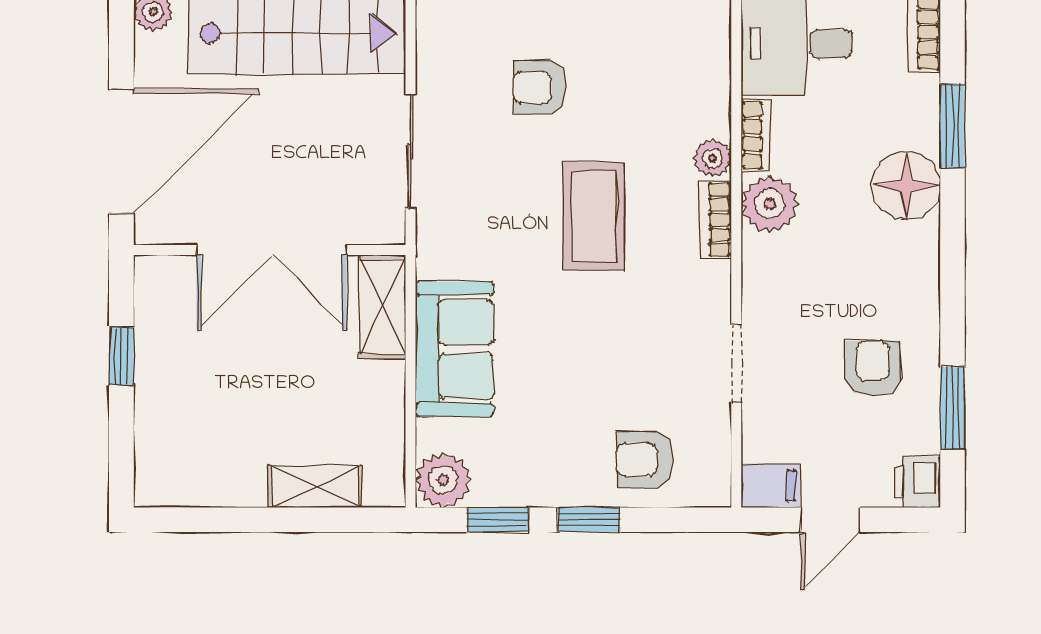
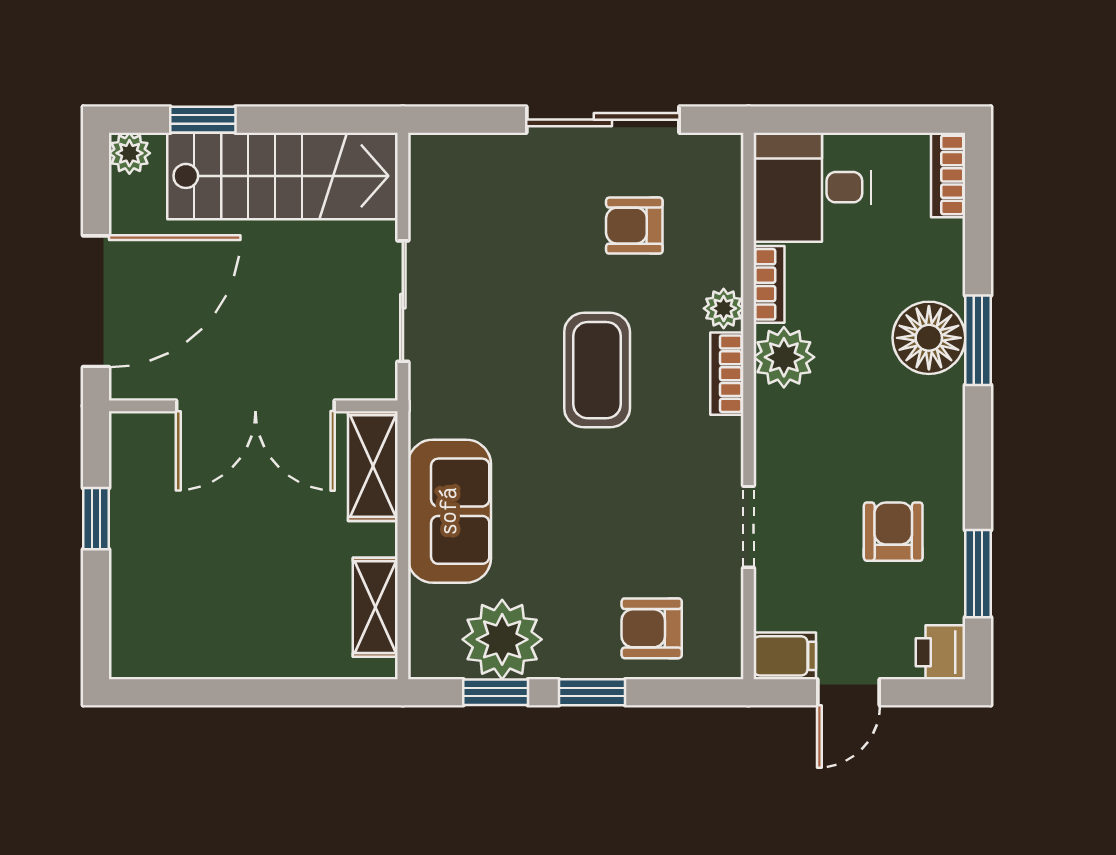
armchair: (540, 87) -> (634, 226), moved
window: (953, 126) -> (978, 340), moved
plant: (443, 480) -> (502, 639), moved, width x1.36, depth x1.36
shelving: (315, 486) -> (375, 607), moved, turned 90

